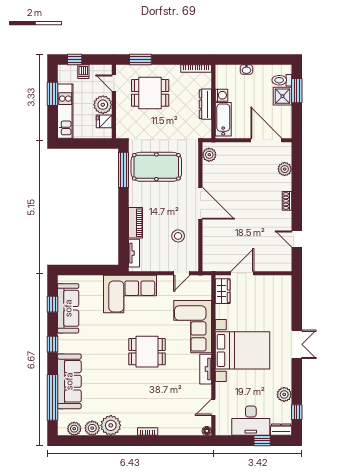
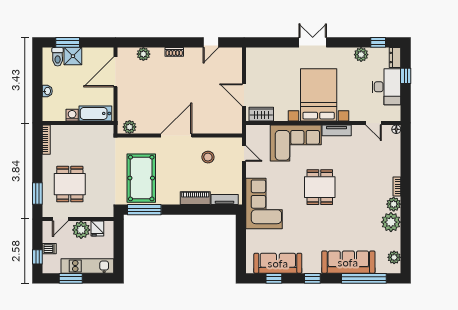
dresser: (205, 104) -> (81, 131), removed
plant: (92, 428) -> (394, 204), moved

